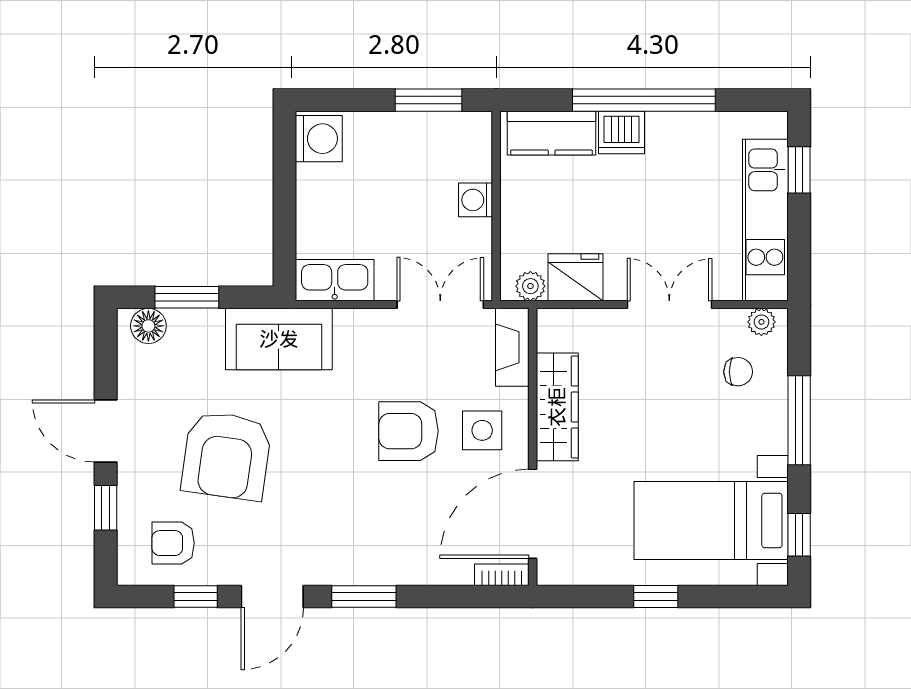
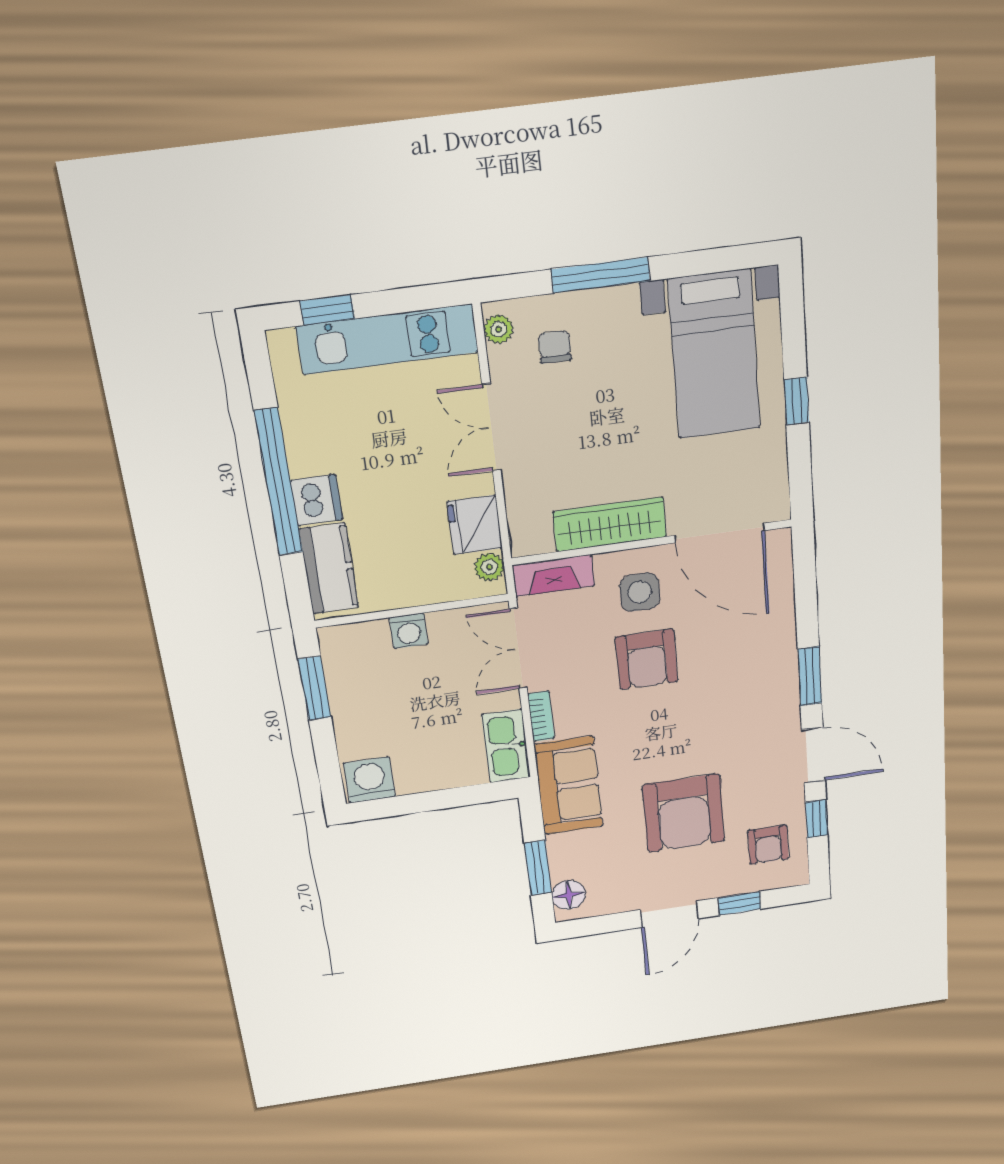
armchair: (226, 456) -> (684, 813), turned 82
window: (799, 535) -> (723, 259), removed
bookcase: (502, 575) -> (541, 716), moved, turned 180

